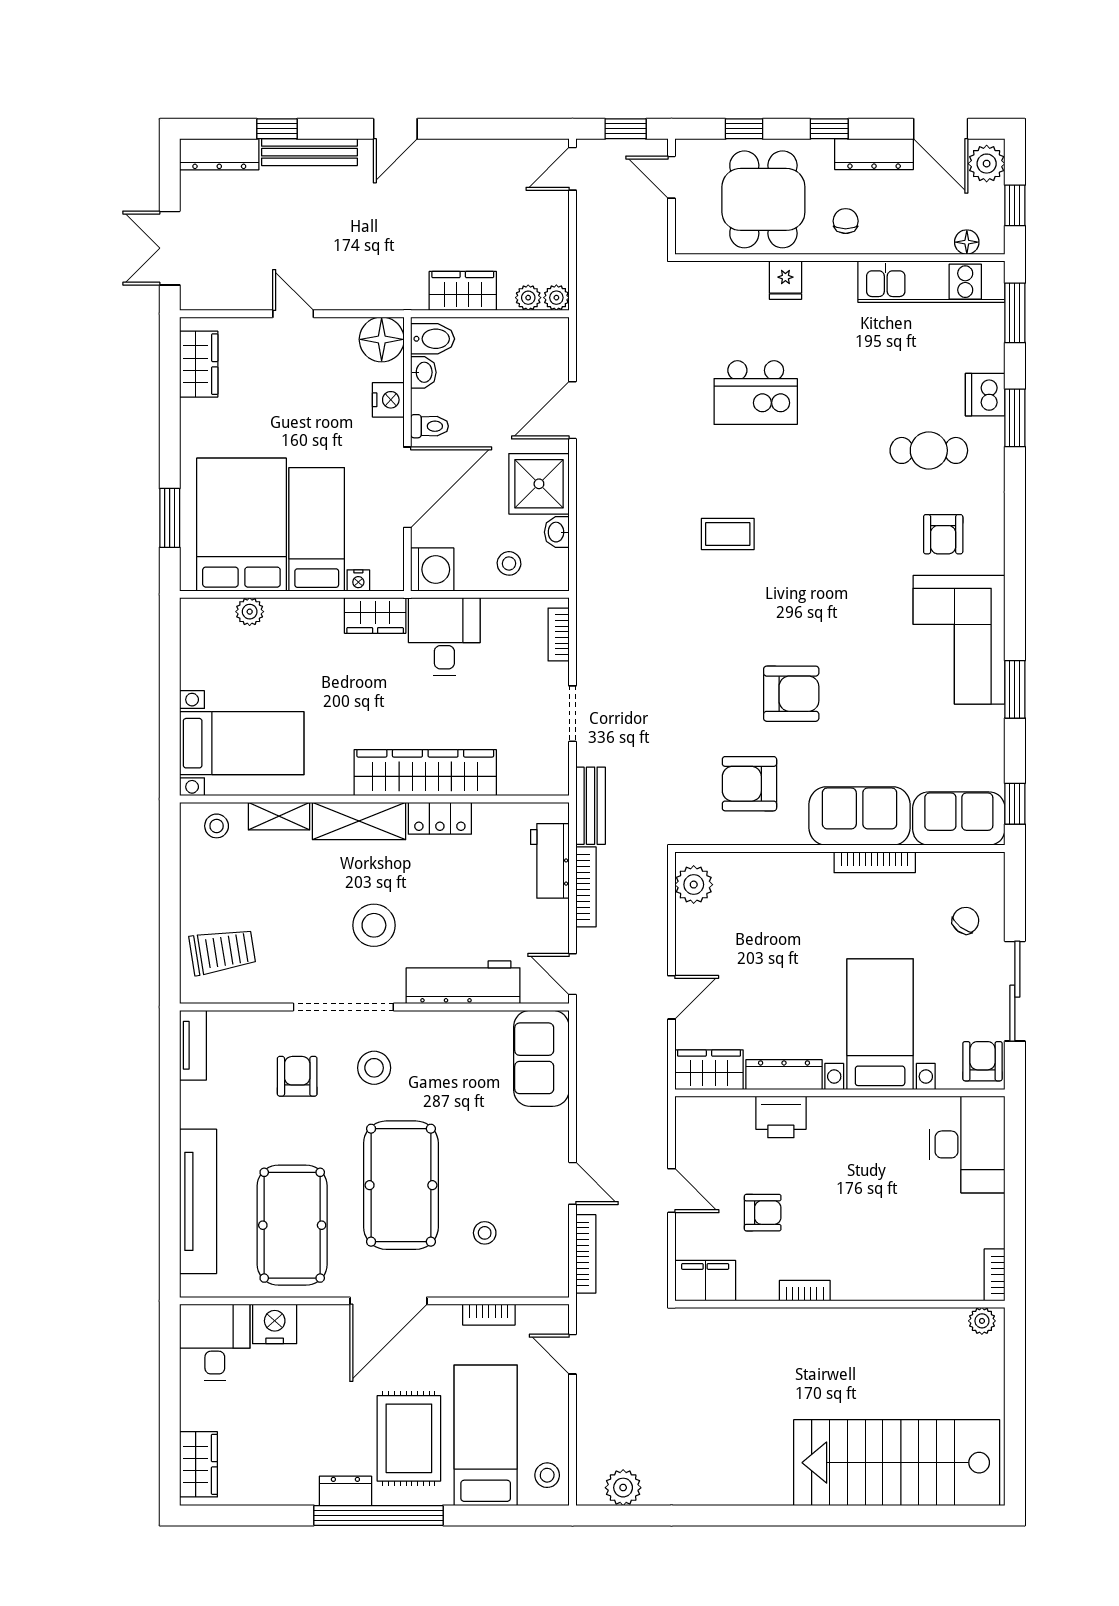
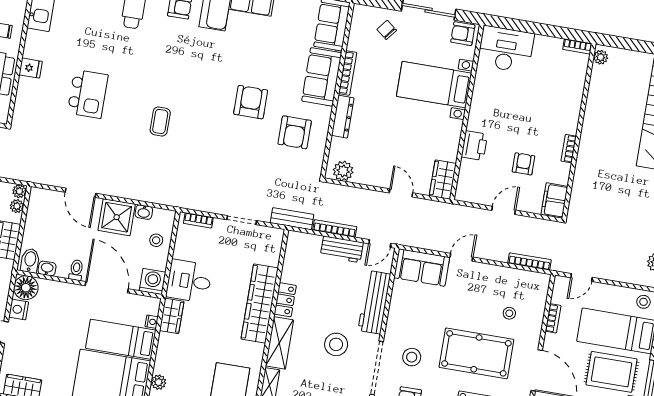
nightstand: (388, 400) -> (19, 310), moved, turned -90
workbench: (550, 861) -> (342, 249), moved
dresser: (784, 1075) -> (343, 117), moved, turned 180
door: (572, 1183) -> (461, 257), moved

